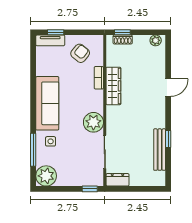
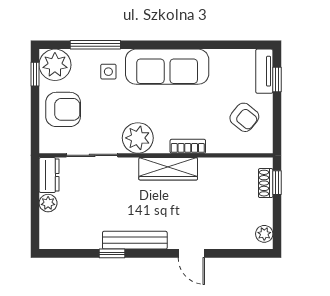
bookcase: (99, 78) -> (188, 146), moved
wardrobe: (113, 86) -> (168, 169), moved
bench: (160, 150) -> (135, 240), moved
armchair: (75, 171) -> (63, 109), added
plant: (136, 180) -> (48, 203), added
window: (90, 189) -> (35, 74), moved

